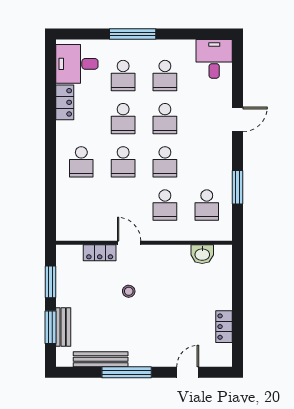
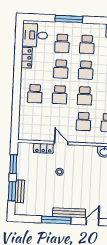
bench: (101, 359) -> (69, 213), moved

